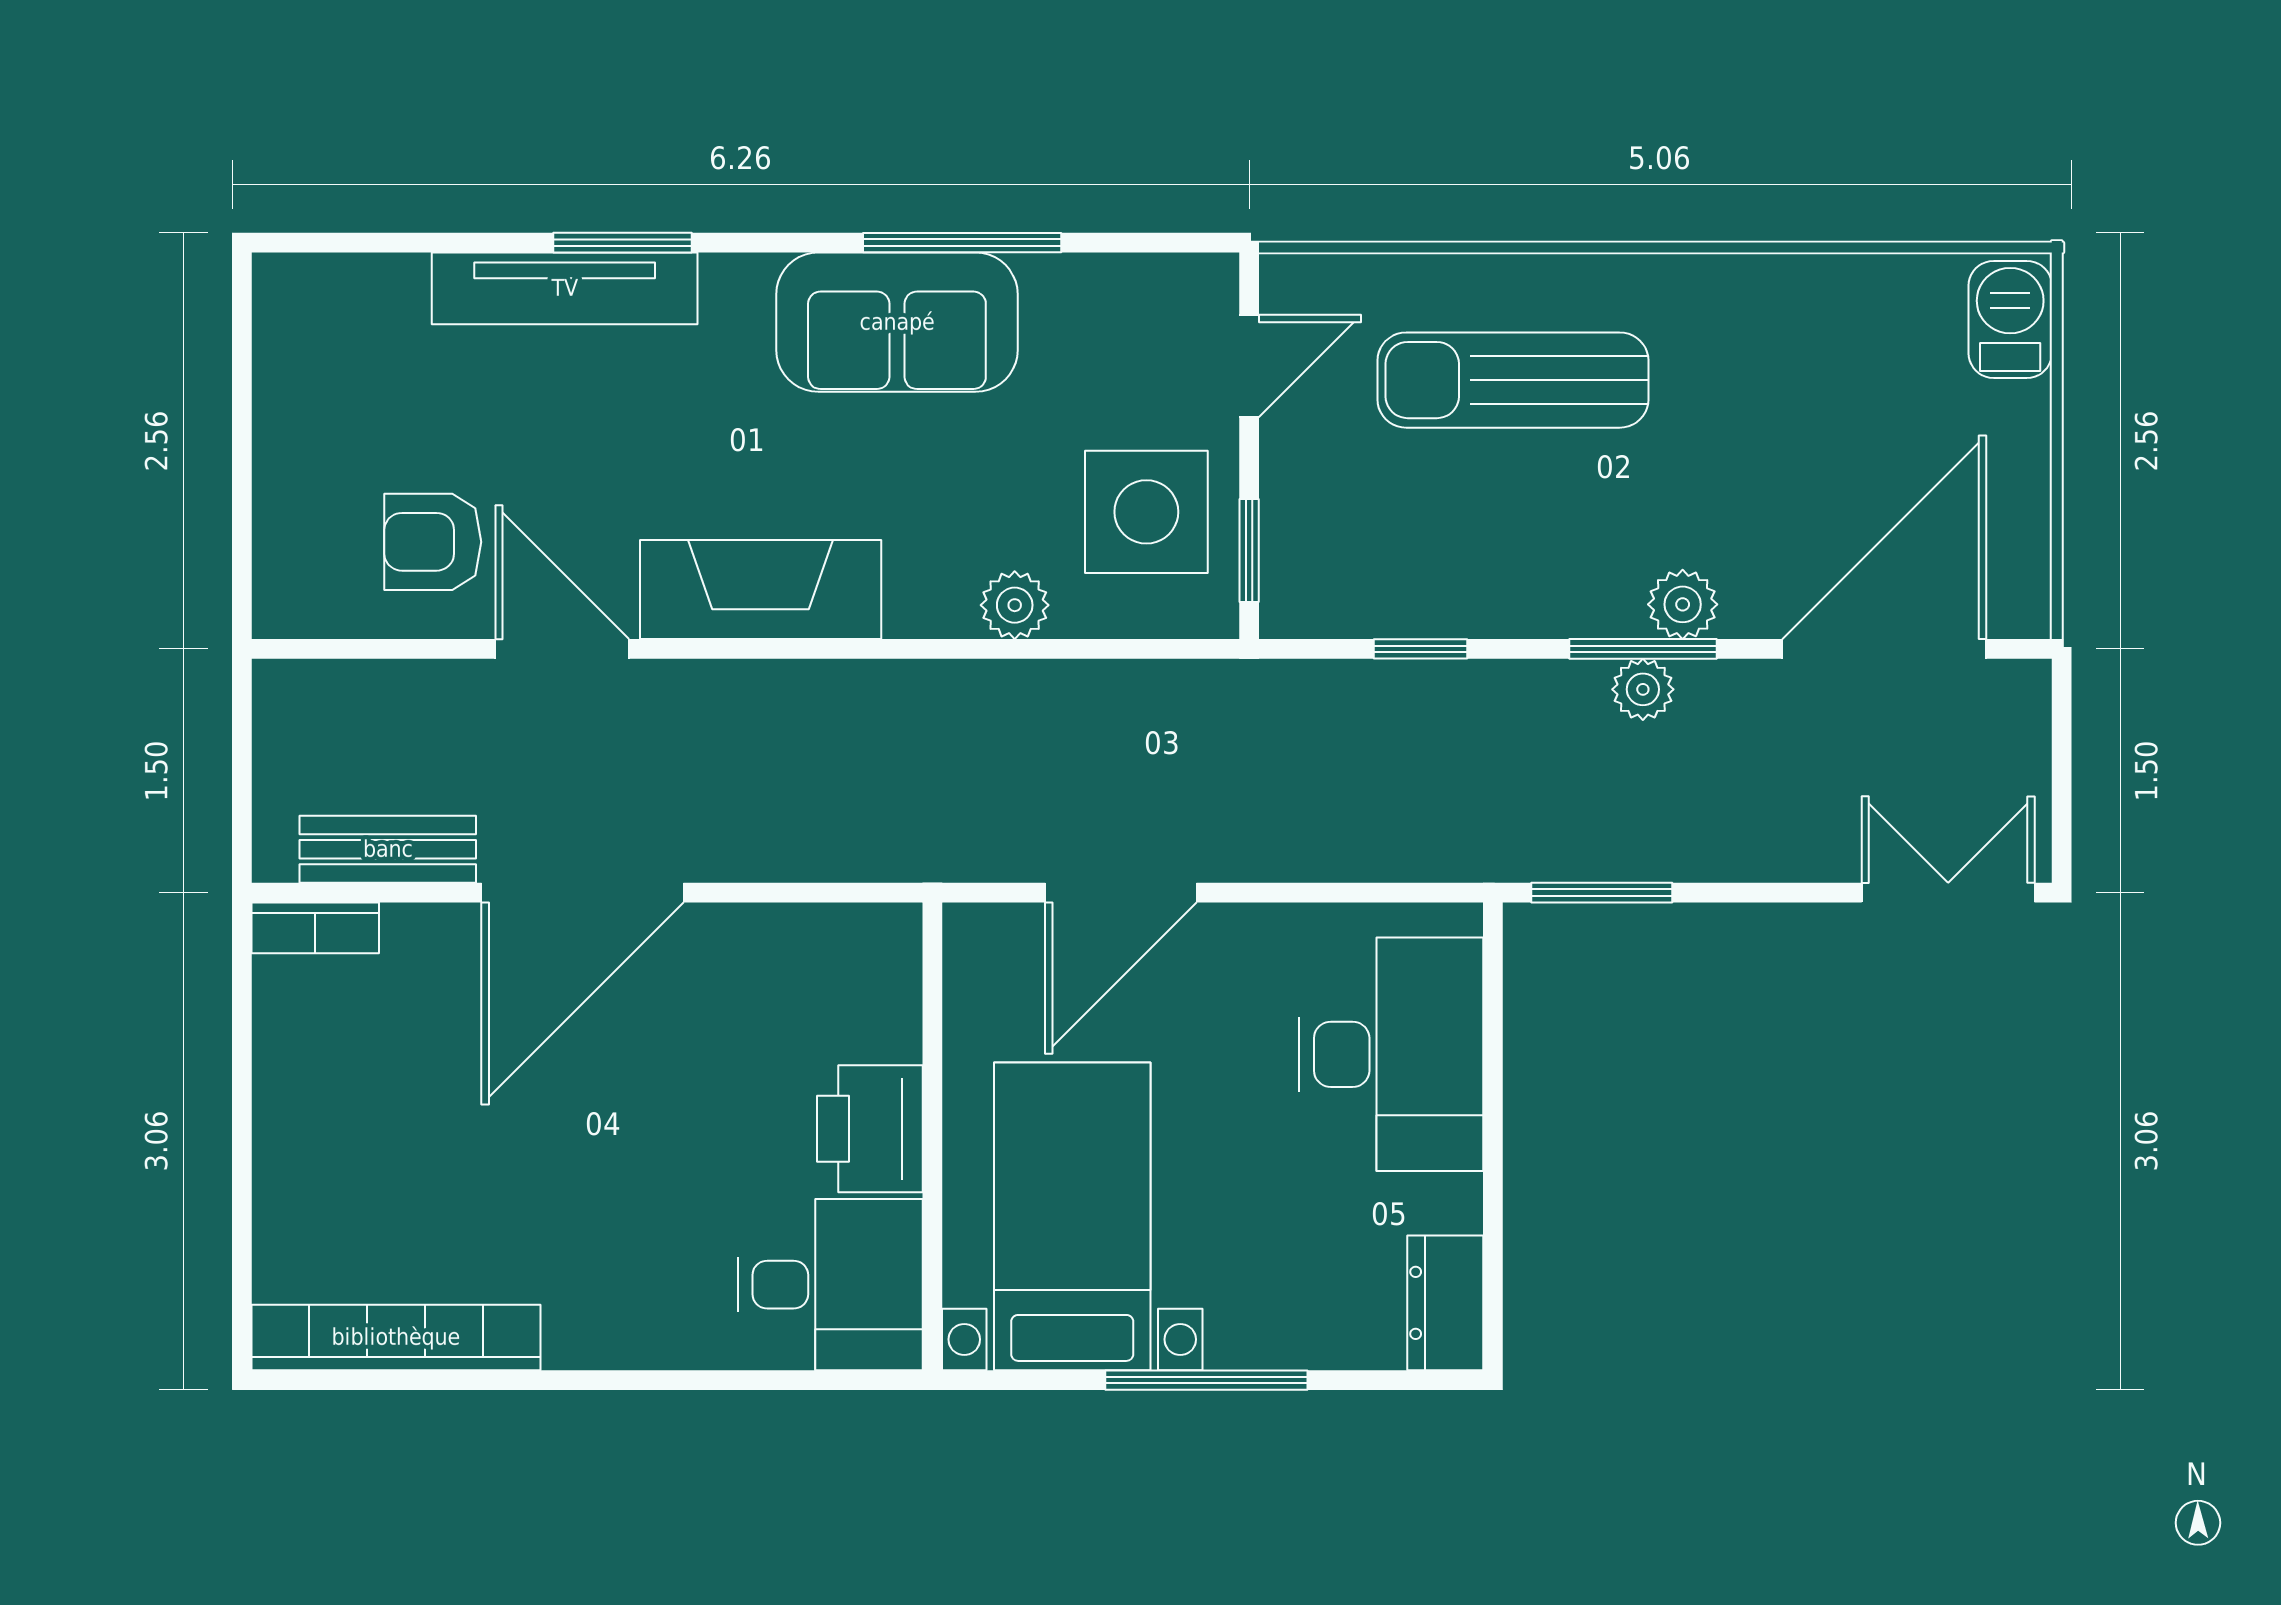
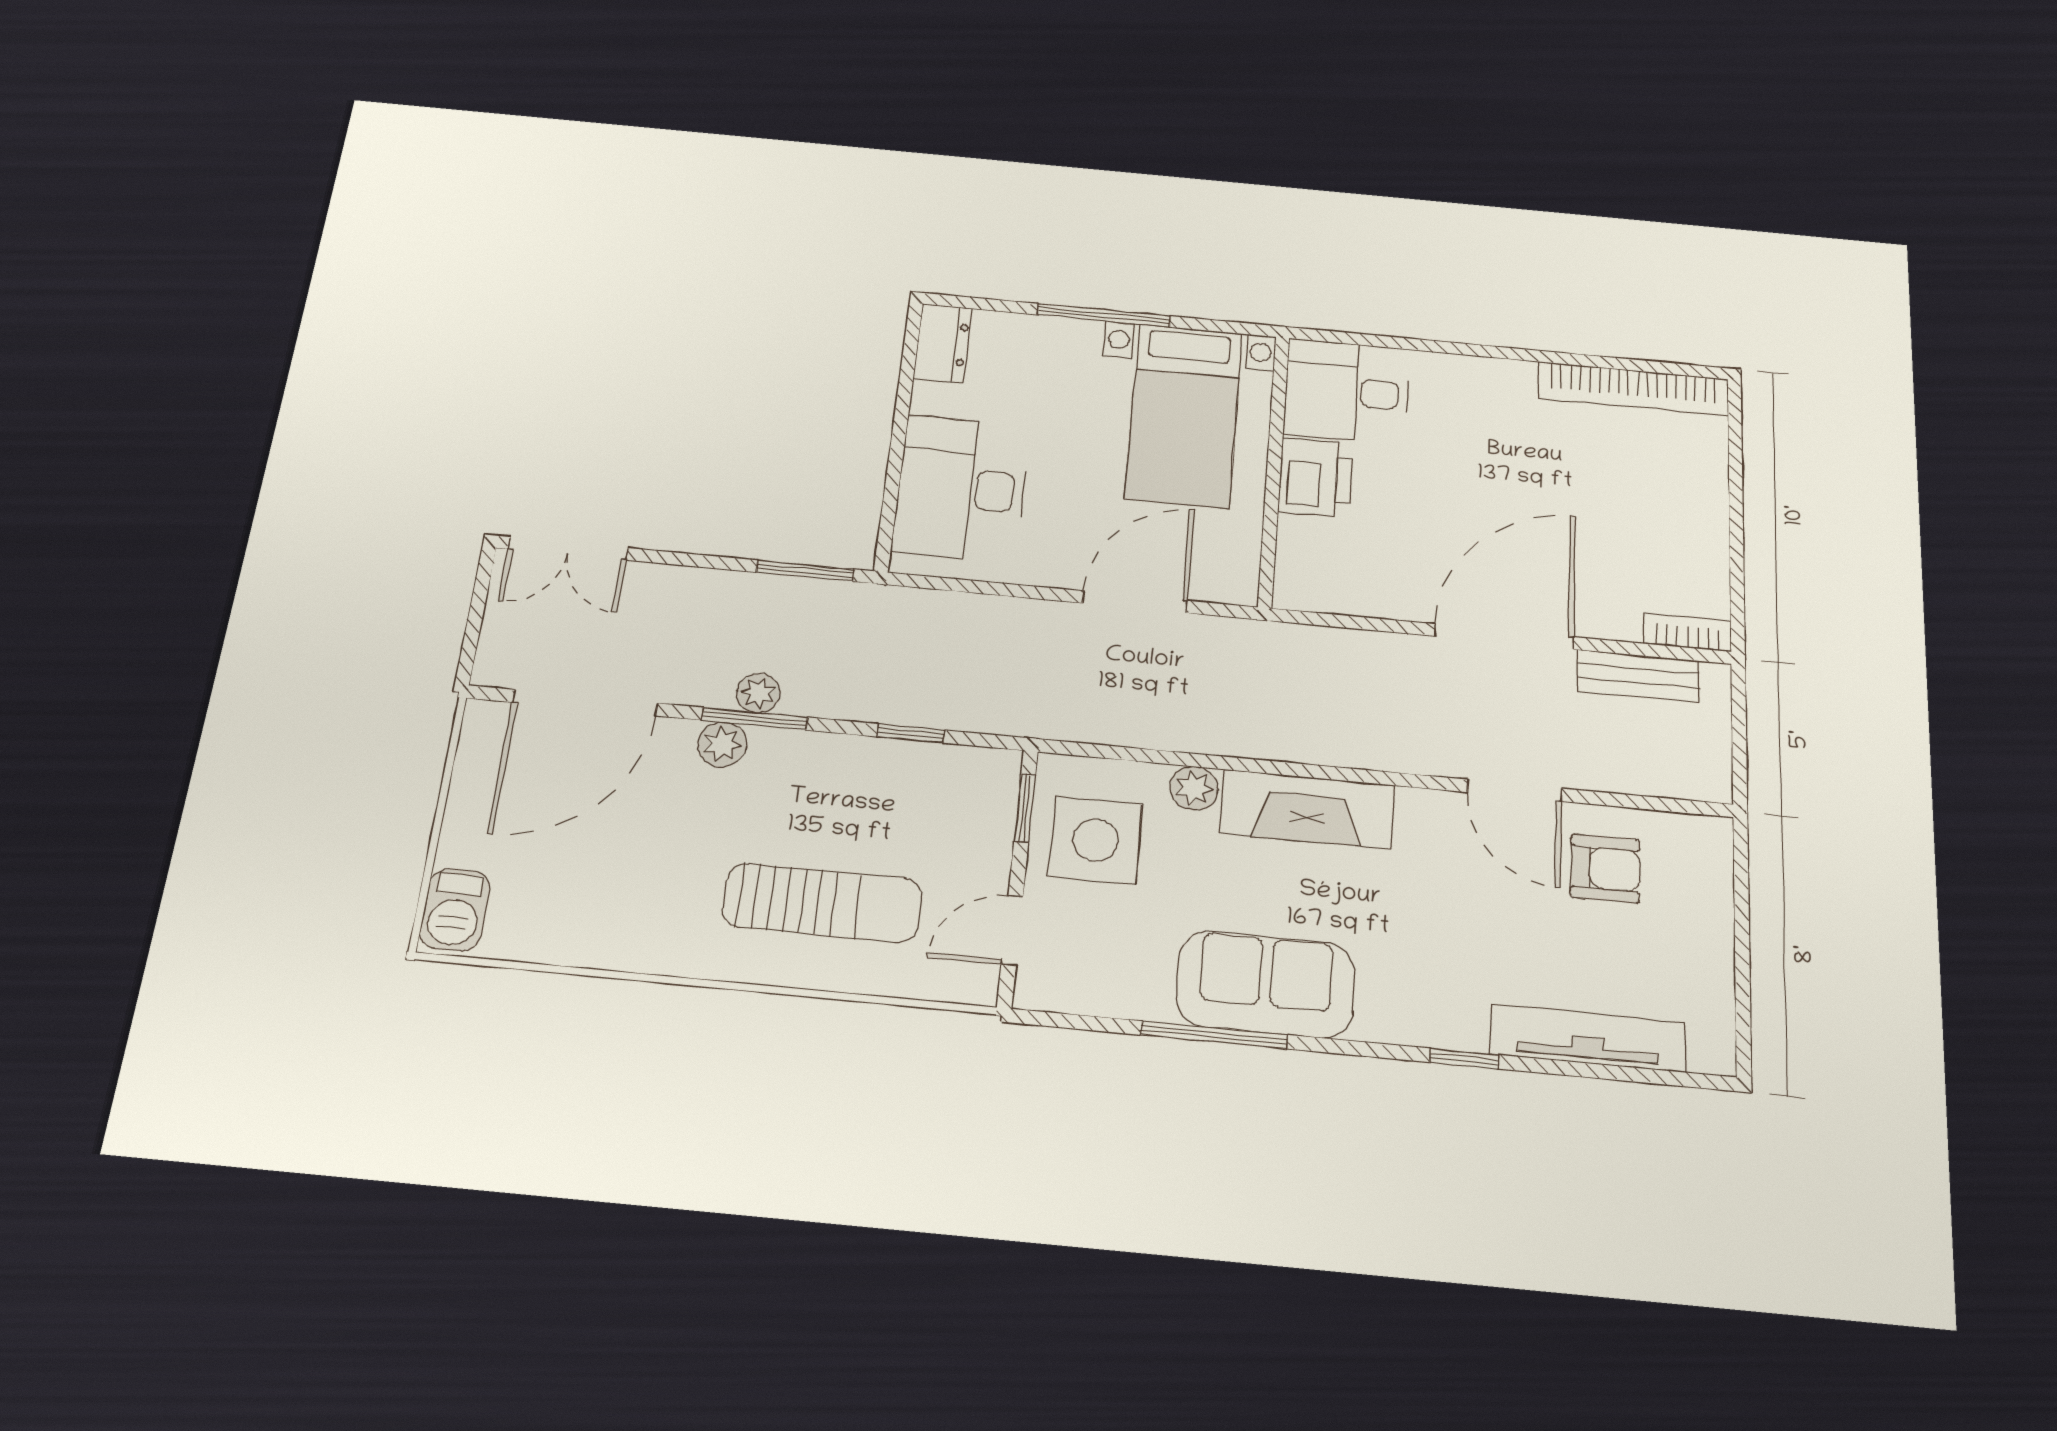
window: (622, 243) -> (1464, 1059), width x0.67
tv unit: (565, 288) -> (1588, 1038), moved
fireplace: (761, 590) -> (1307, 809), moved

